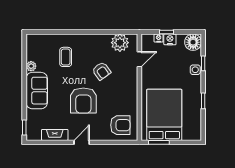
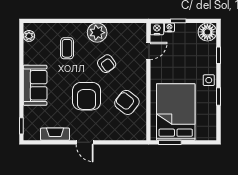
nightstand: (170, 39) -> (157, 29), moved
plant: (120, 43) -> (97, 33), moved
plant: (31, 66) -> (29, 36), moved
side table: (195, 70) -> (209, 80), moved
armchair: (120, 125) -> (127, 102), moved, turned -142
door: (82, 142) -> (85, 142), swing flipped

